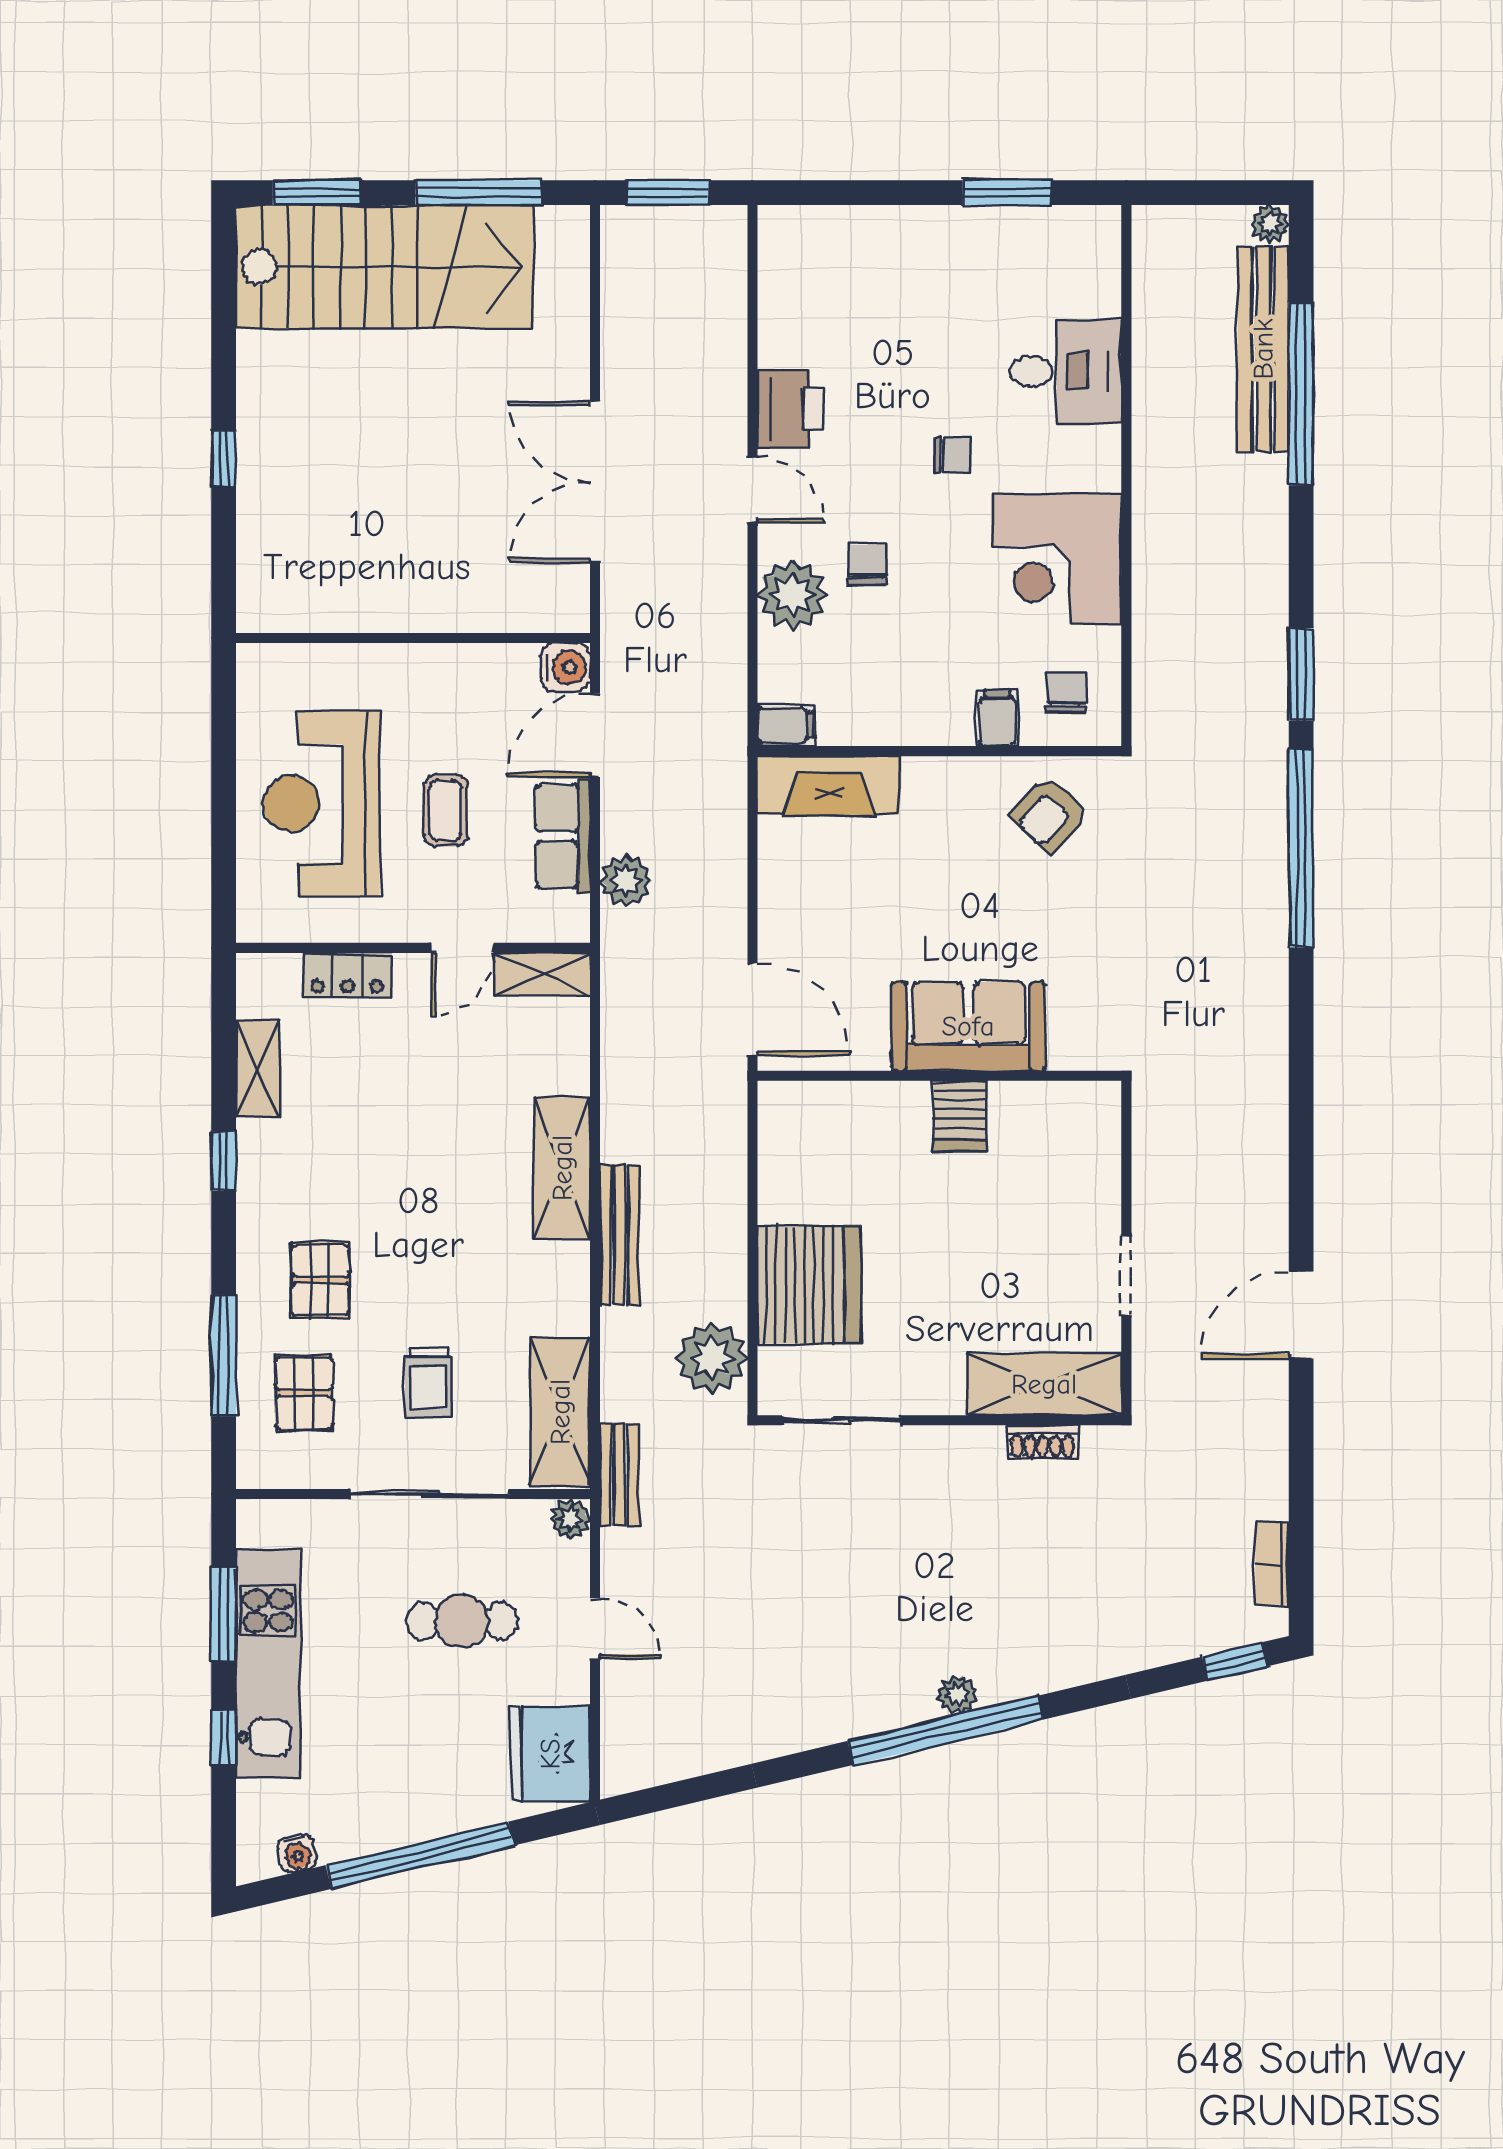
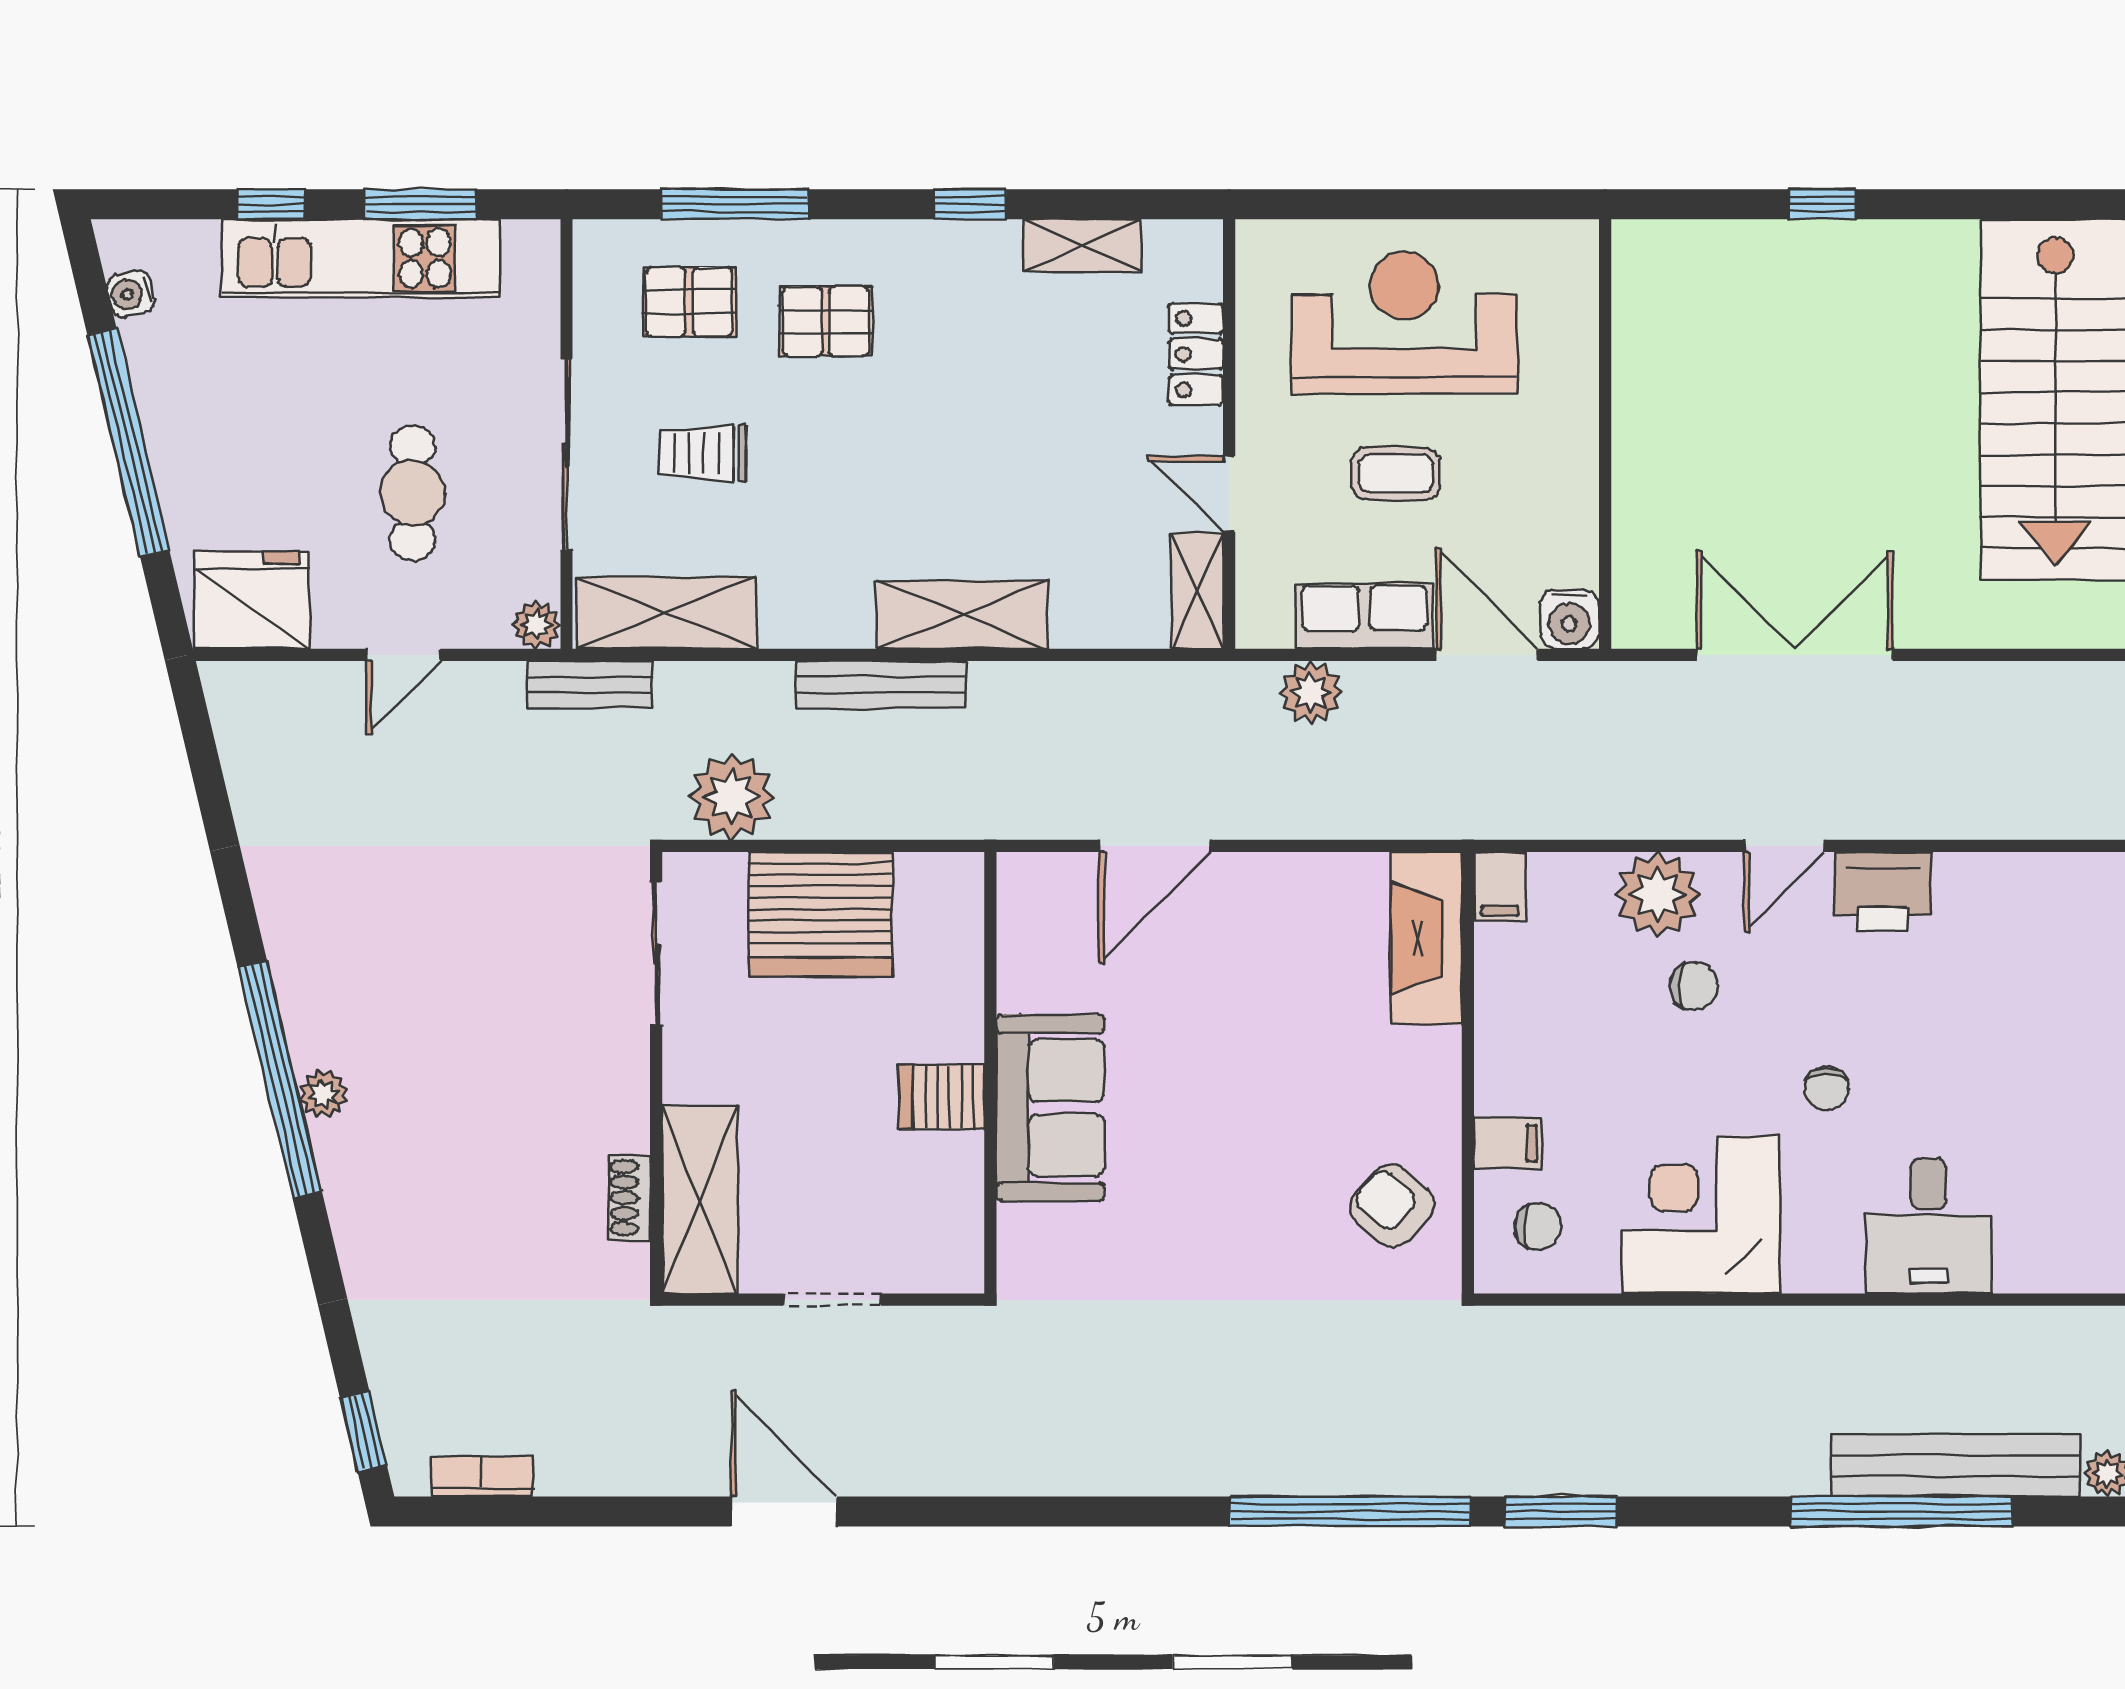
sofa: (968, 1026) -> (1050, 1108), moved
wall: (939, 1076) -> (990, 1073), moved
server rack: (960, 1116) -> (942, 1097), moved

